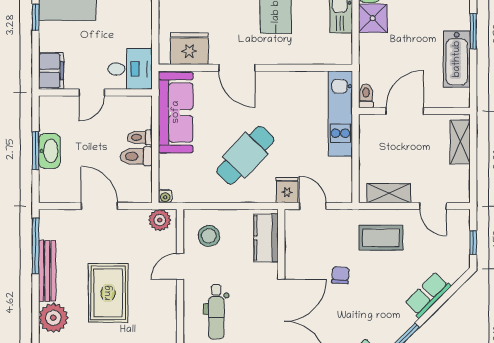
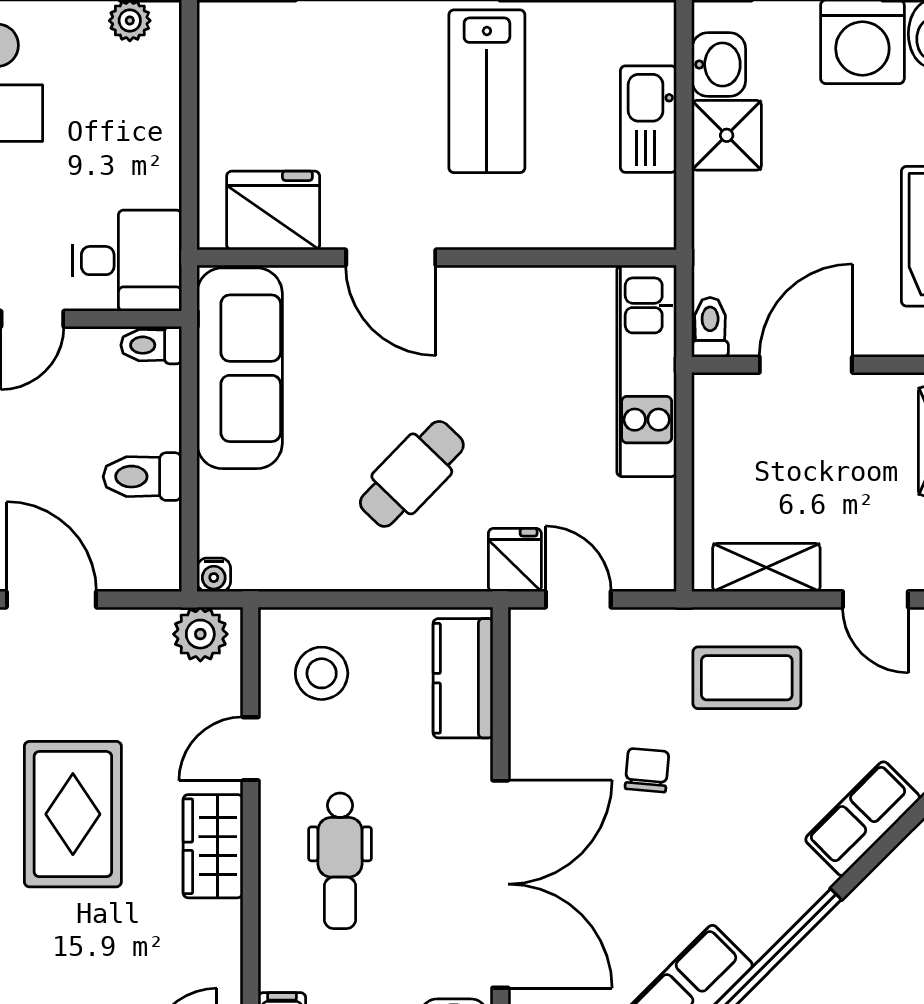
toilet: (140, 137) -> (151, 345), moved
cafe table: (245, 155) -> (412, 474), width x0.73, depth x0.74
wardrobe: (165, 306) -> (213, 846), added

